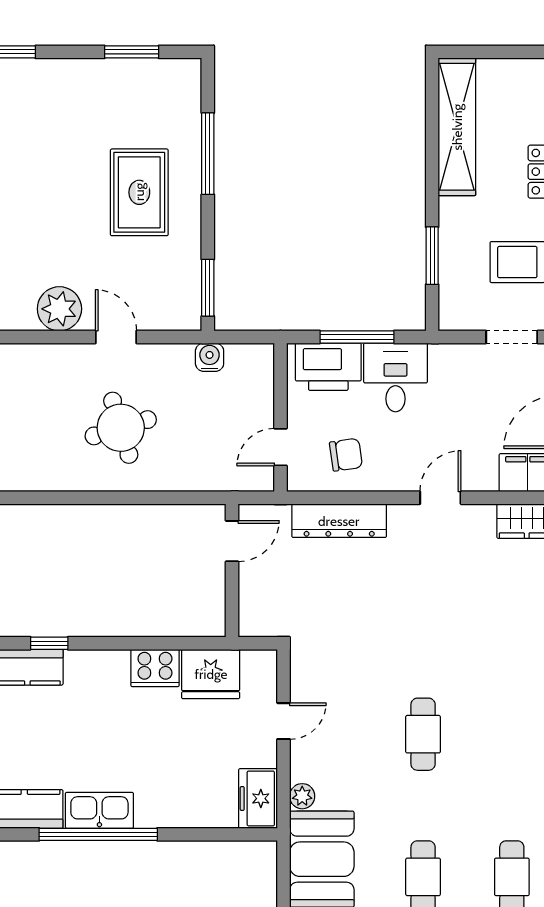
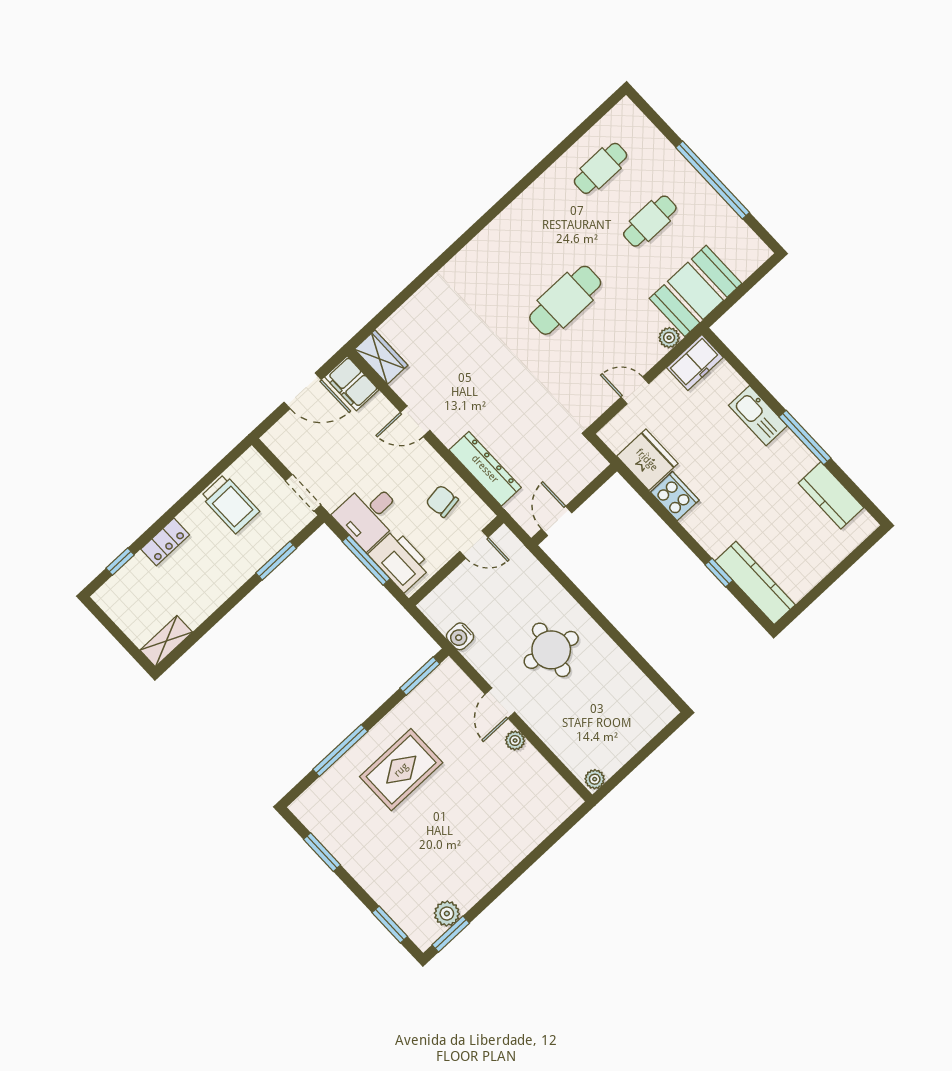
shelving: (457, 127) -> (166, 641), width x0.45, depth x0.75
plant: (59, 309) -> (515, 740), width x0.53, depth x0.53
doorway: (512, 337) -> (303, 493), moved
round table: (121, 428) -> (551, 650), turned 30
door: (232, 541) -> (557, 521), hinge flipped
cafe table: (423, 734) -> (565, 300), width x1.37, depth x1.35
kitchen sink: (99, 810) -> (758, 416), moved
window: (98, 834) -> (805, 437), width x0.68

